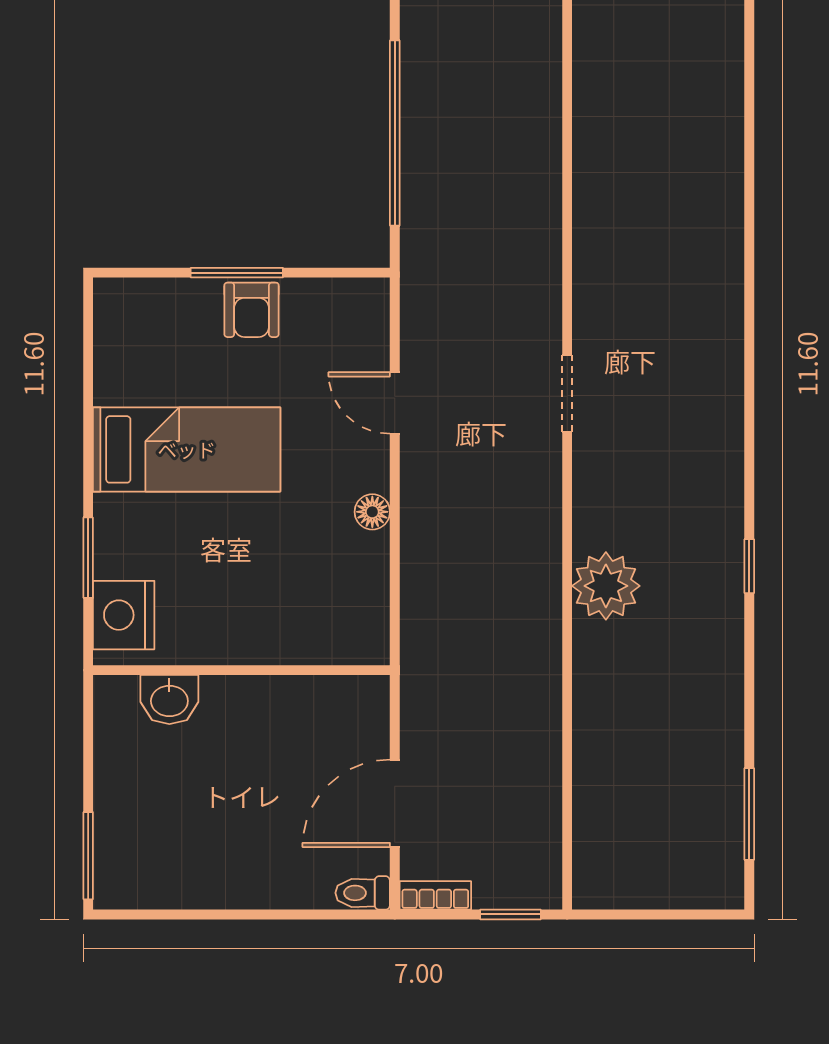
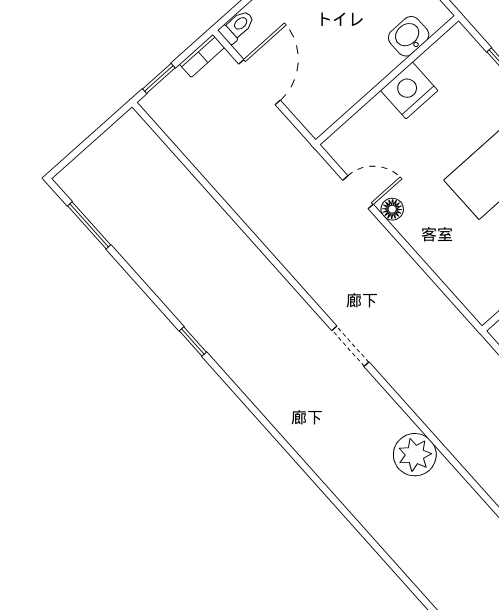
door: (395, 403) -> (358, 192), moved
plant: (606, 586) -> (415, 455), moved
nightstand: (124, 615) -> (409, 90), moved, turned -90

